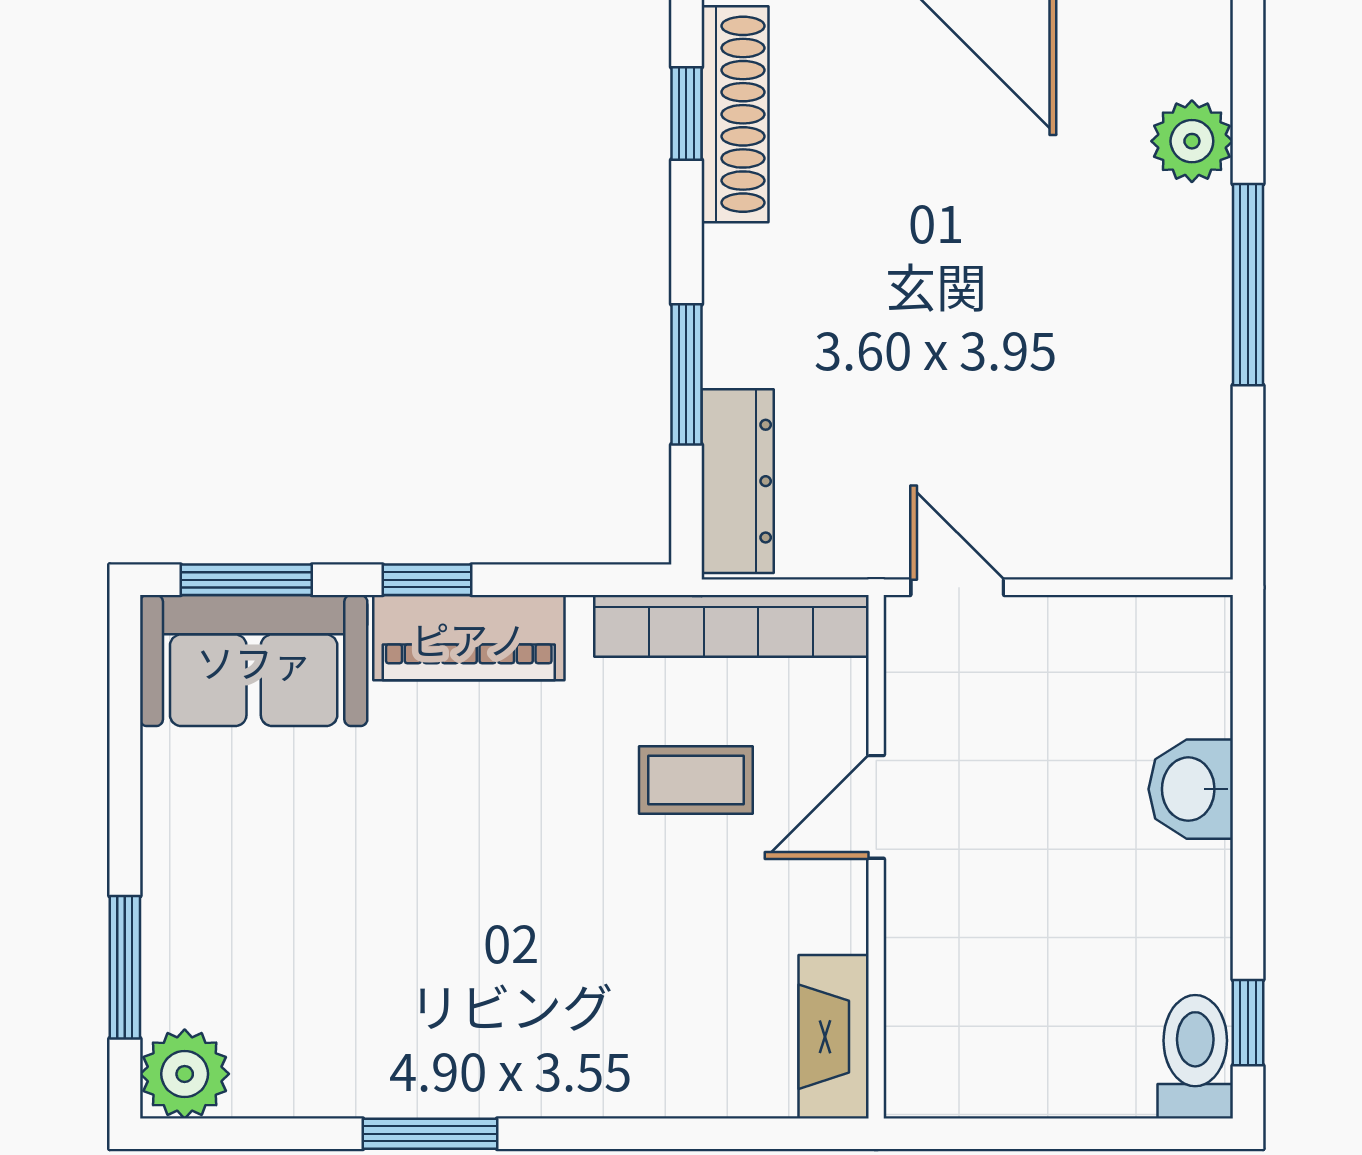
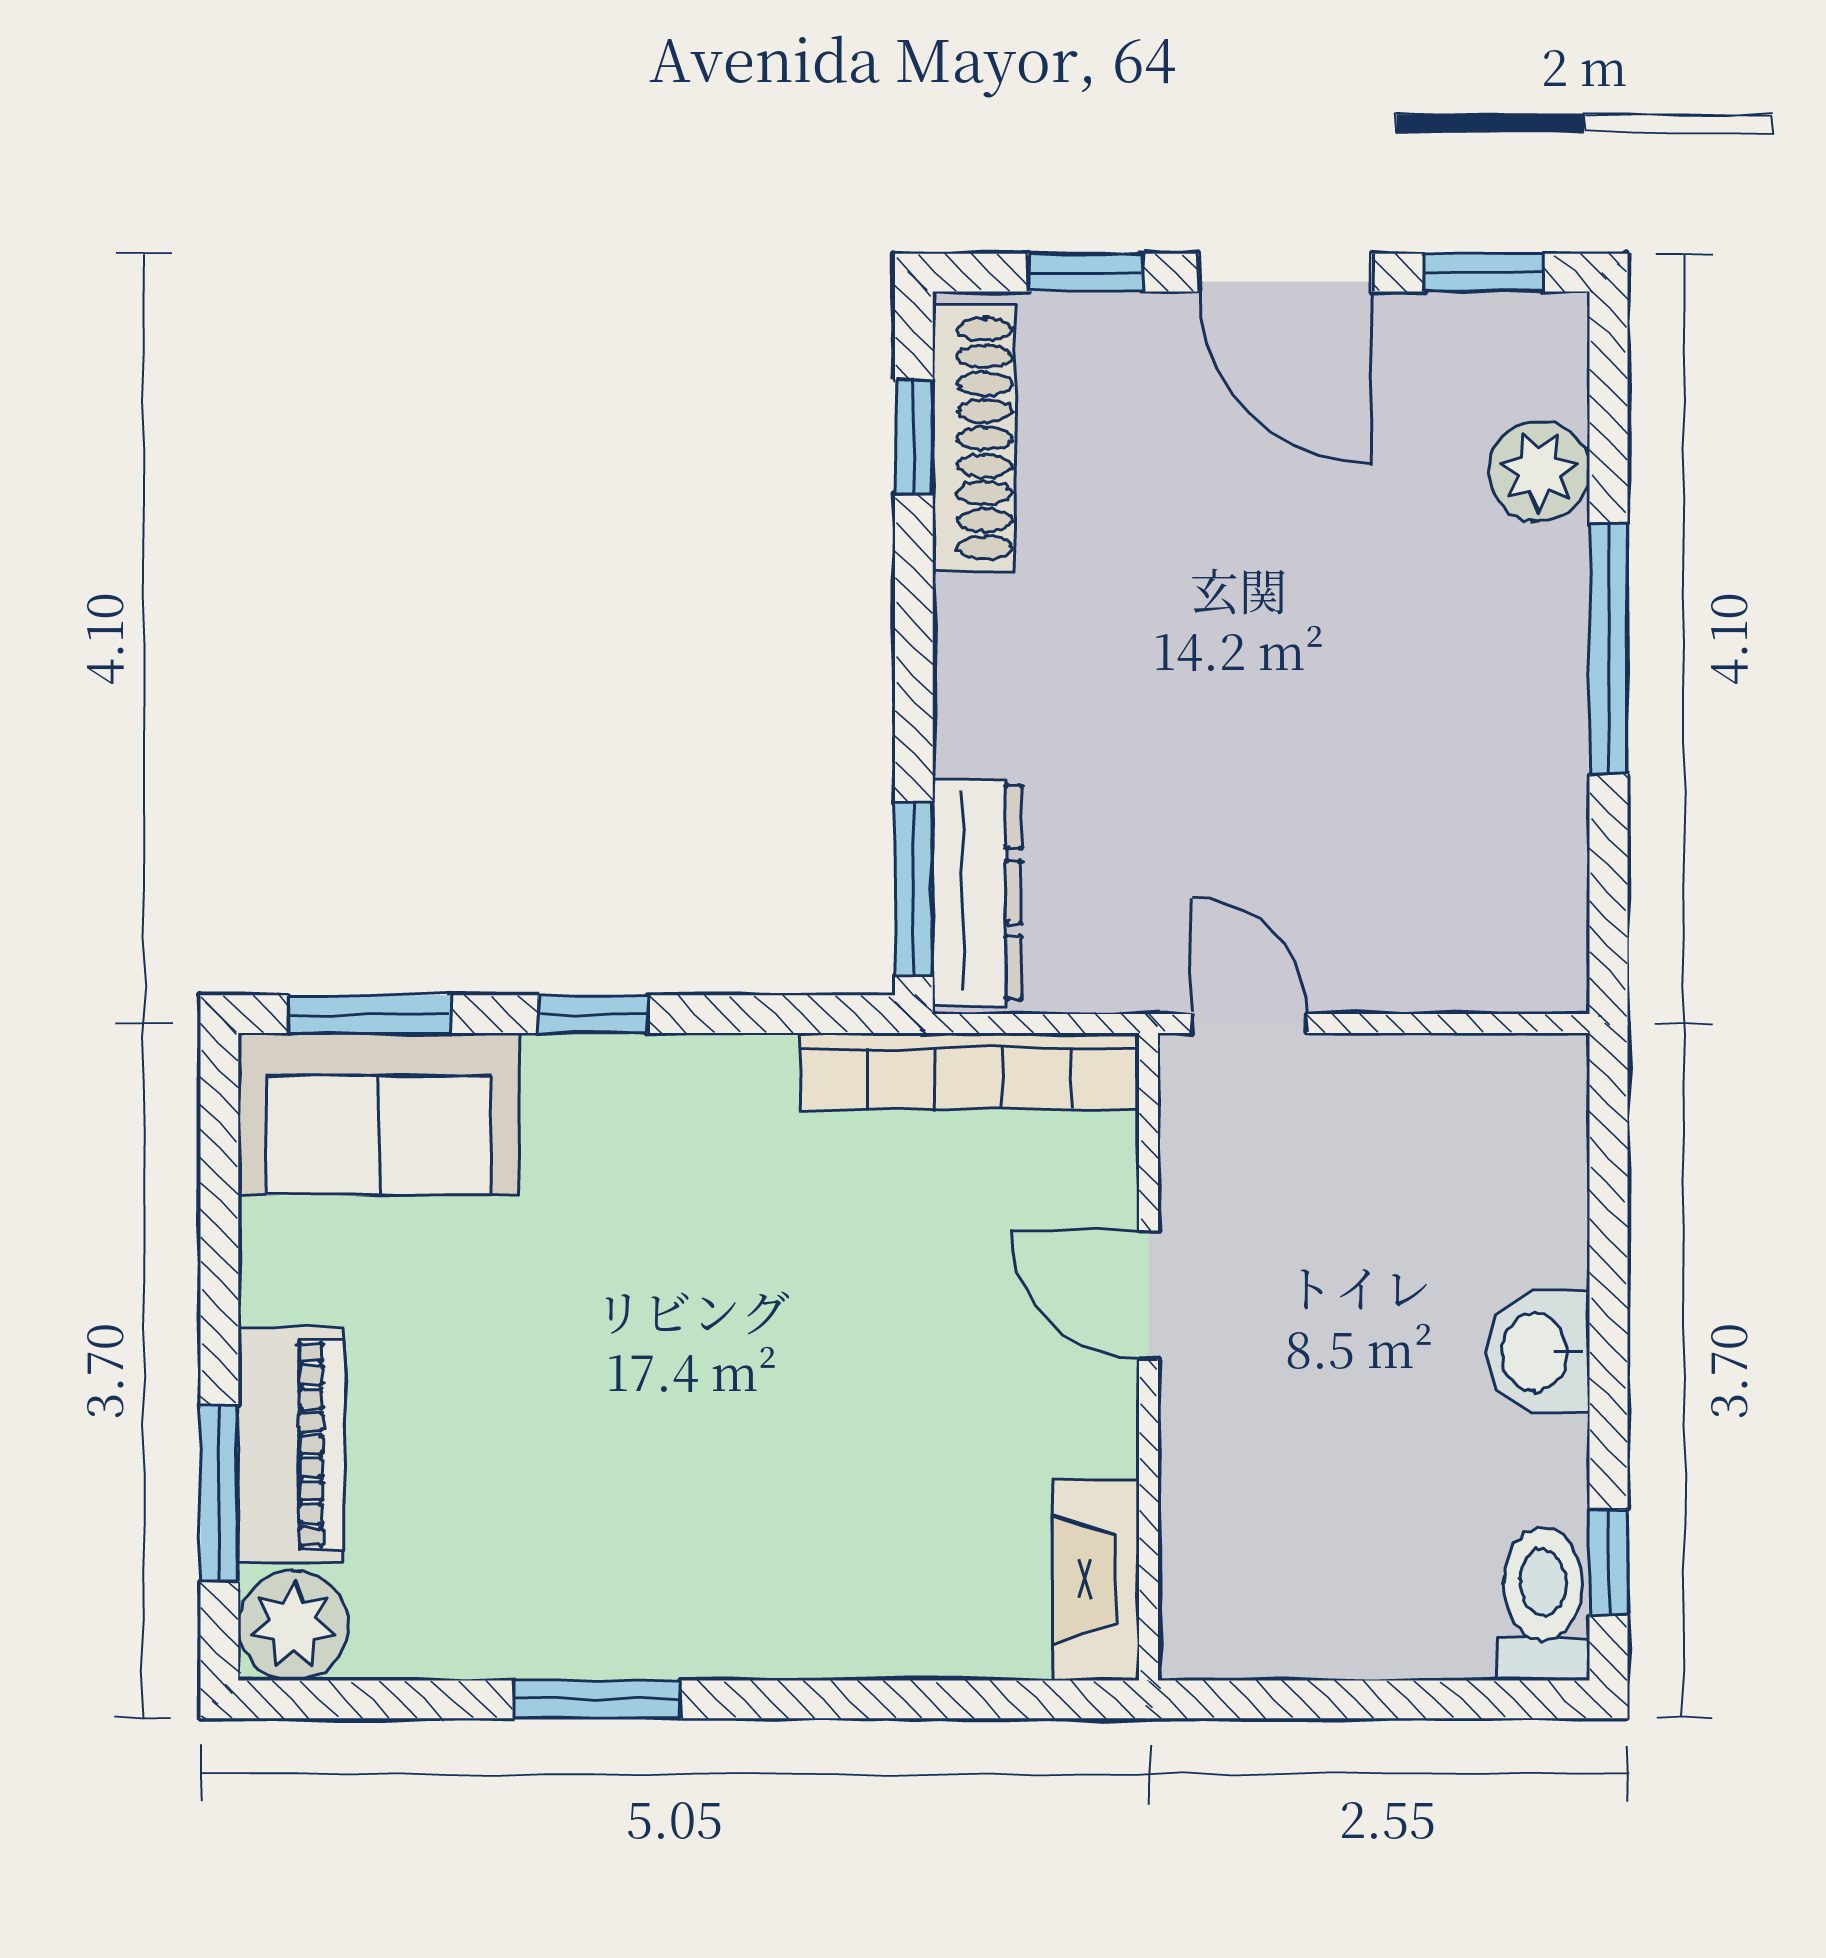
window: (686, 374) -> (914, 889), moved
piano: (469, 638) -> (291, 1445), moved, turned -90
coffee table: (696, 780) -> (926, 1262), removed
washbasin: (1191, 789) -> (1538, 1352), moved
door: (876, 807) -> (1149, 1295), hinge flipped

